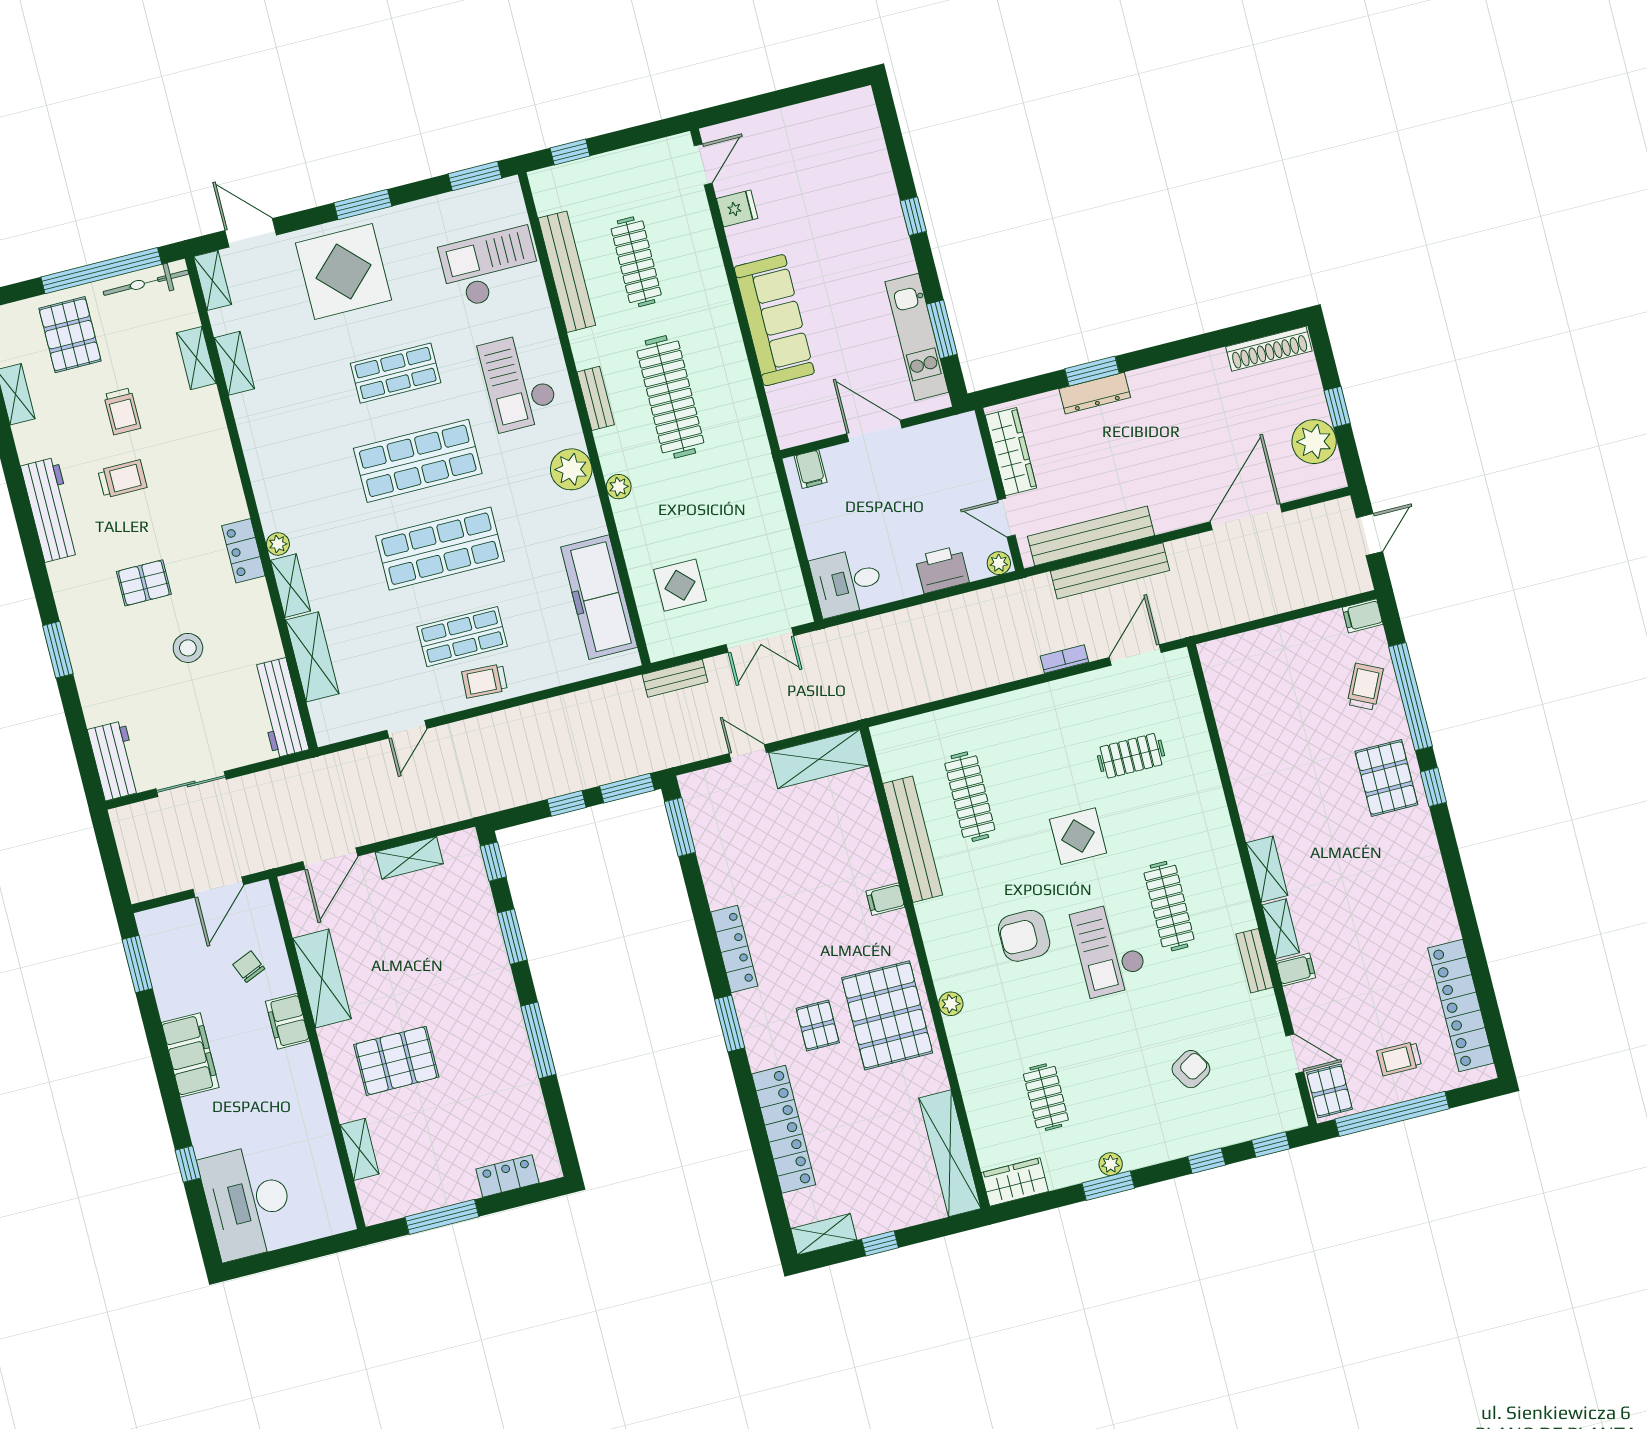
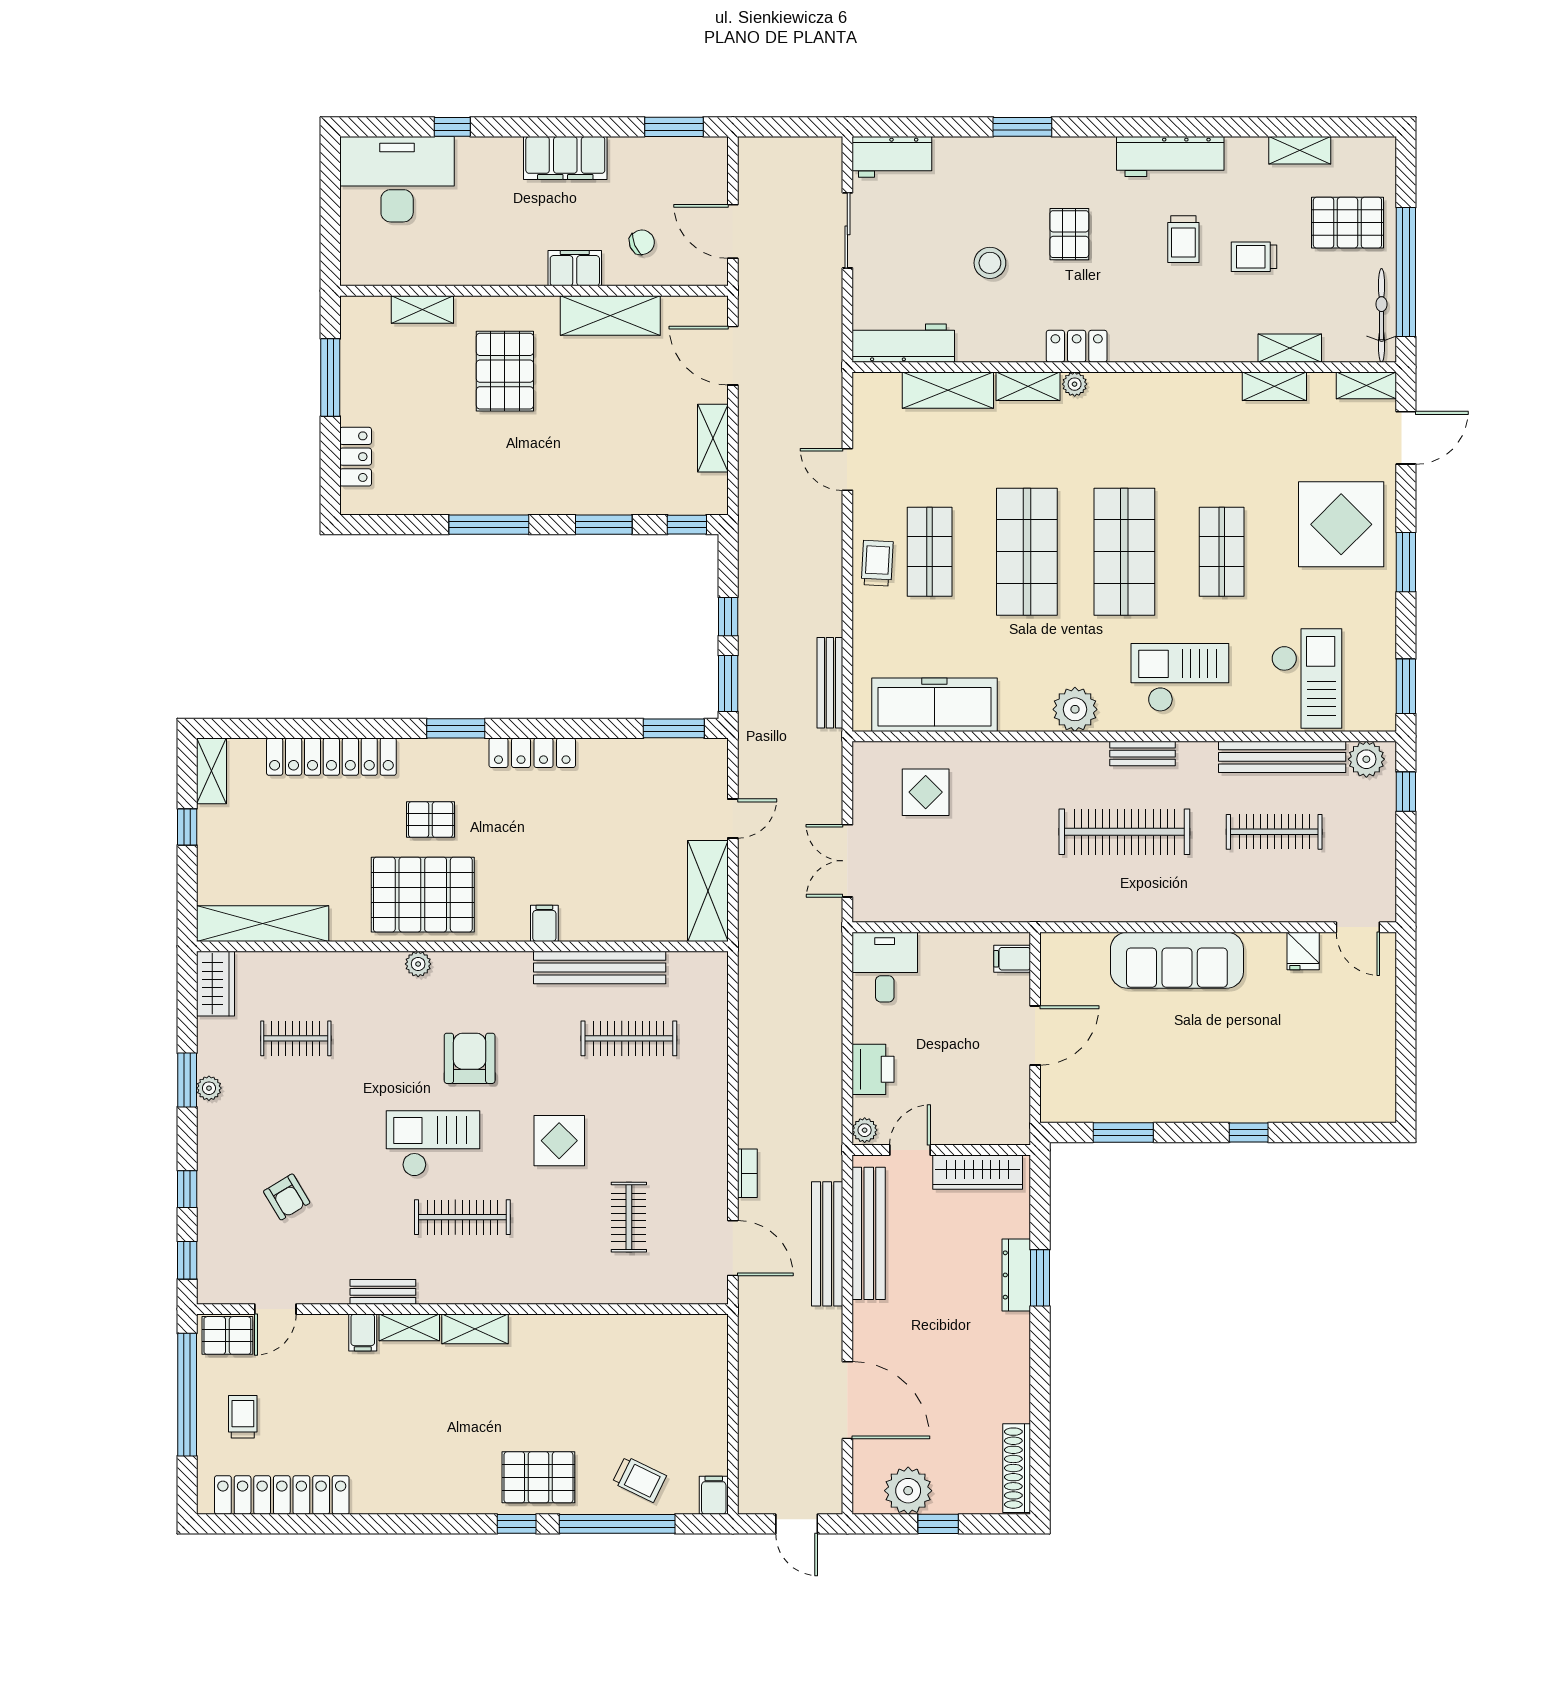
kitchen unit: (917, 337) -> (1122, 1104), removed
plant: (619, 487) -> (1366, 759), moved, width x1.38, depth x1.38
bench: (675, 678) -> (830, 683), moved, width x1.36

